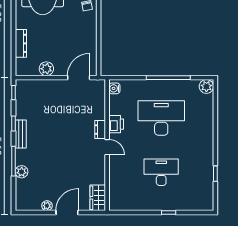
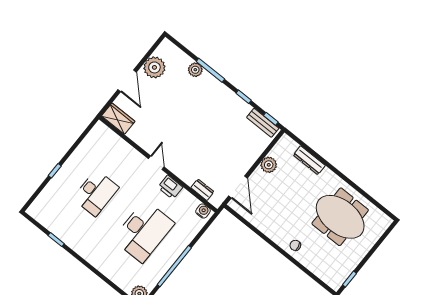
dresser: (100, 130) -> (202, 190), moved
bench: (21, 134) -> (263, 123), moved
door: (107, 147) -> (156, 163), swing flipped
plant: (47, 206) -> (154, 67), width x1.88, depth x1.88

